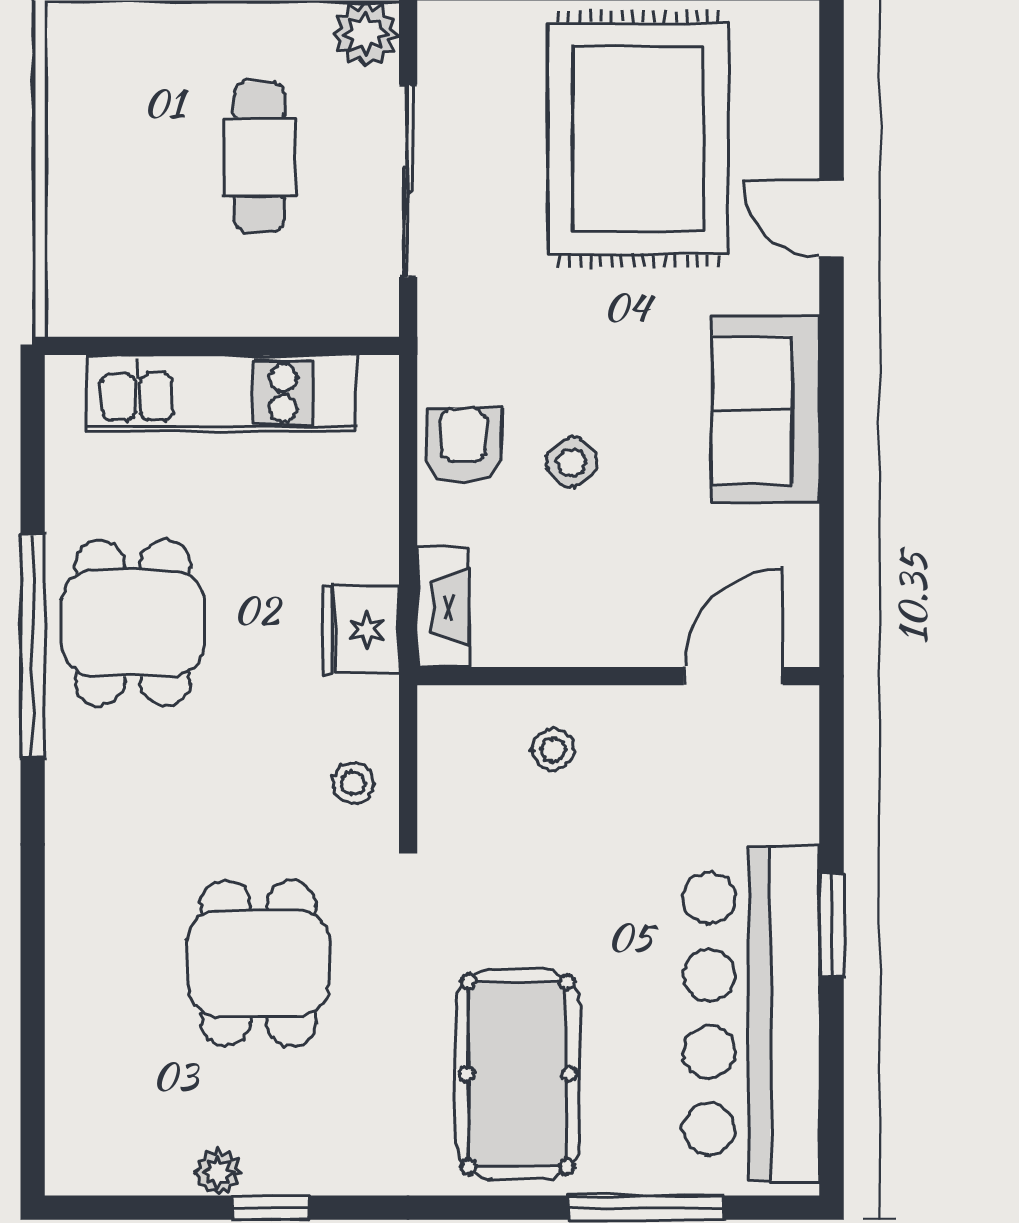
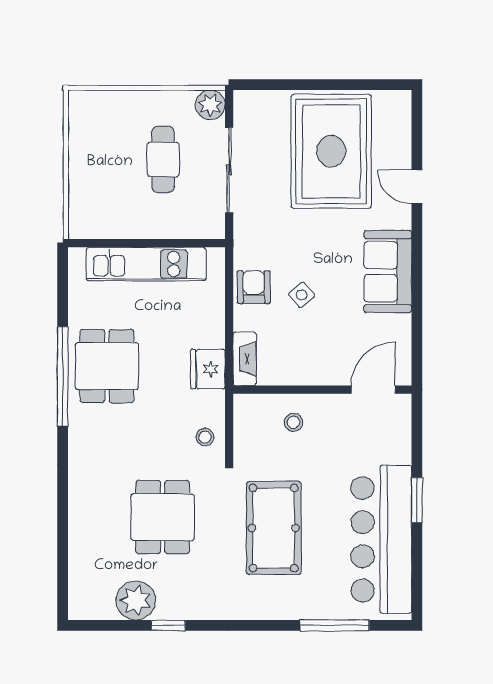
pool table: (518, 1074) -> (274, 528), moved
plant: (218, 1172) -> (136, 600), width x1.88, depth x1.88

